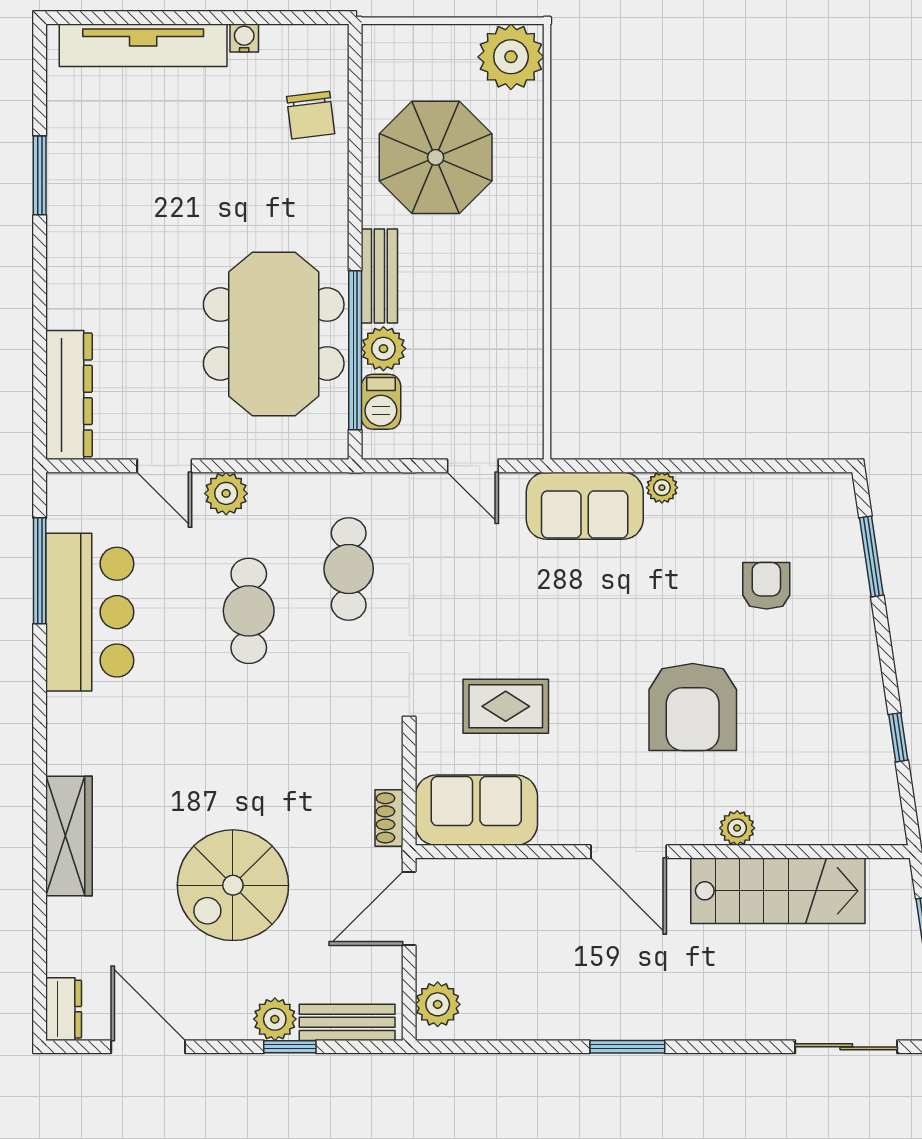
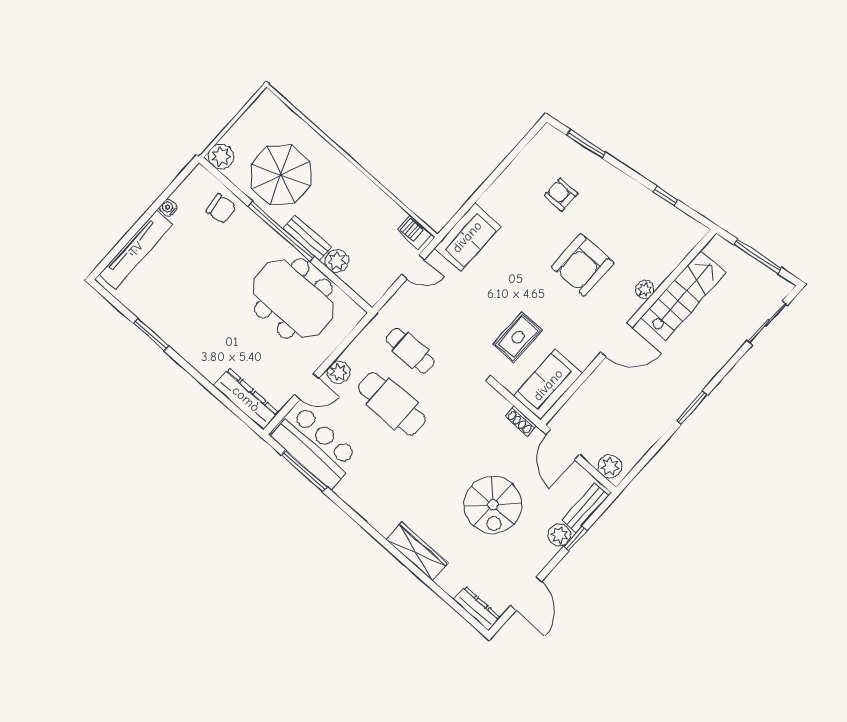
plant: (511, 57) -> (221, 156), moved, width x0.73, depth x0.73
window: (355, 350) -> (281, 231), moved
barbecue: (381, 402) -> (415, 233), moved, turned 180
plant: (662, 488) -> (487, 201), removed
cafe table: (249, 611) -> (392, 404), width x1.37, depth x1.35
bar counter: (90, 612) -> (315, 446), moved
armchair: (693, 707) -> (583, 265), turned 90
dresser: (64, 1009) -> (477, 609), width x1.44
door: (148, 1047) -> (526, 593), swing flipped

